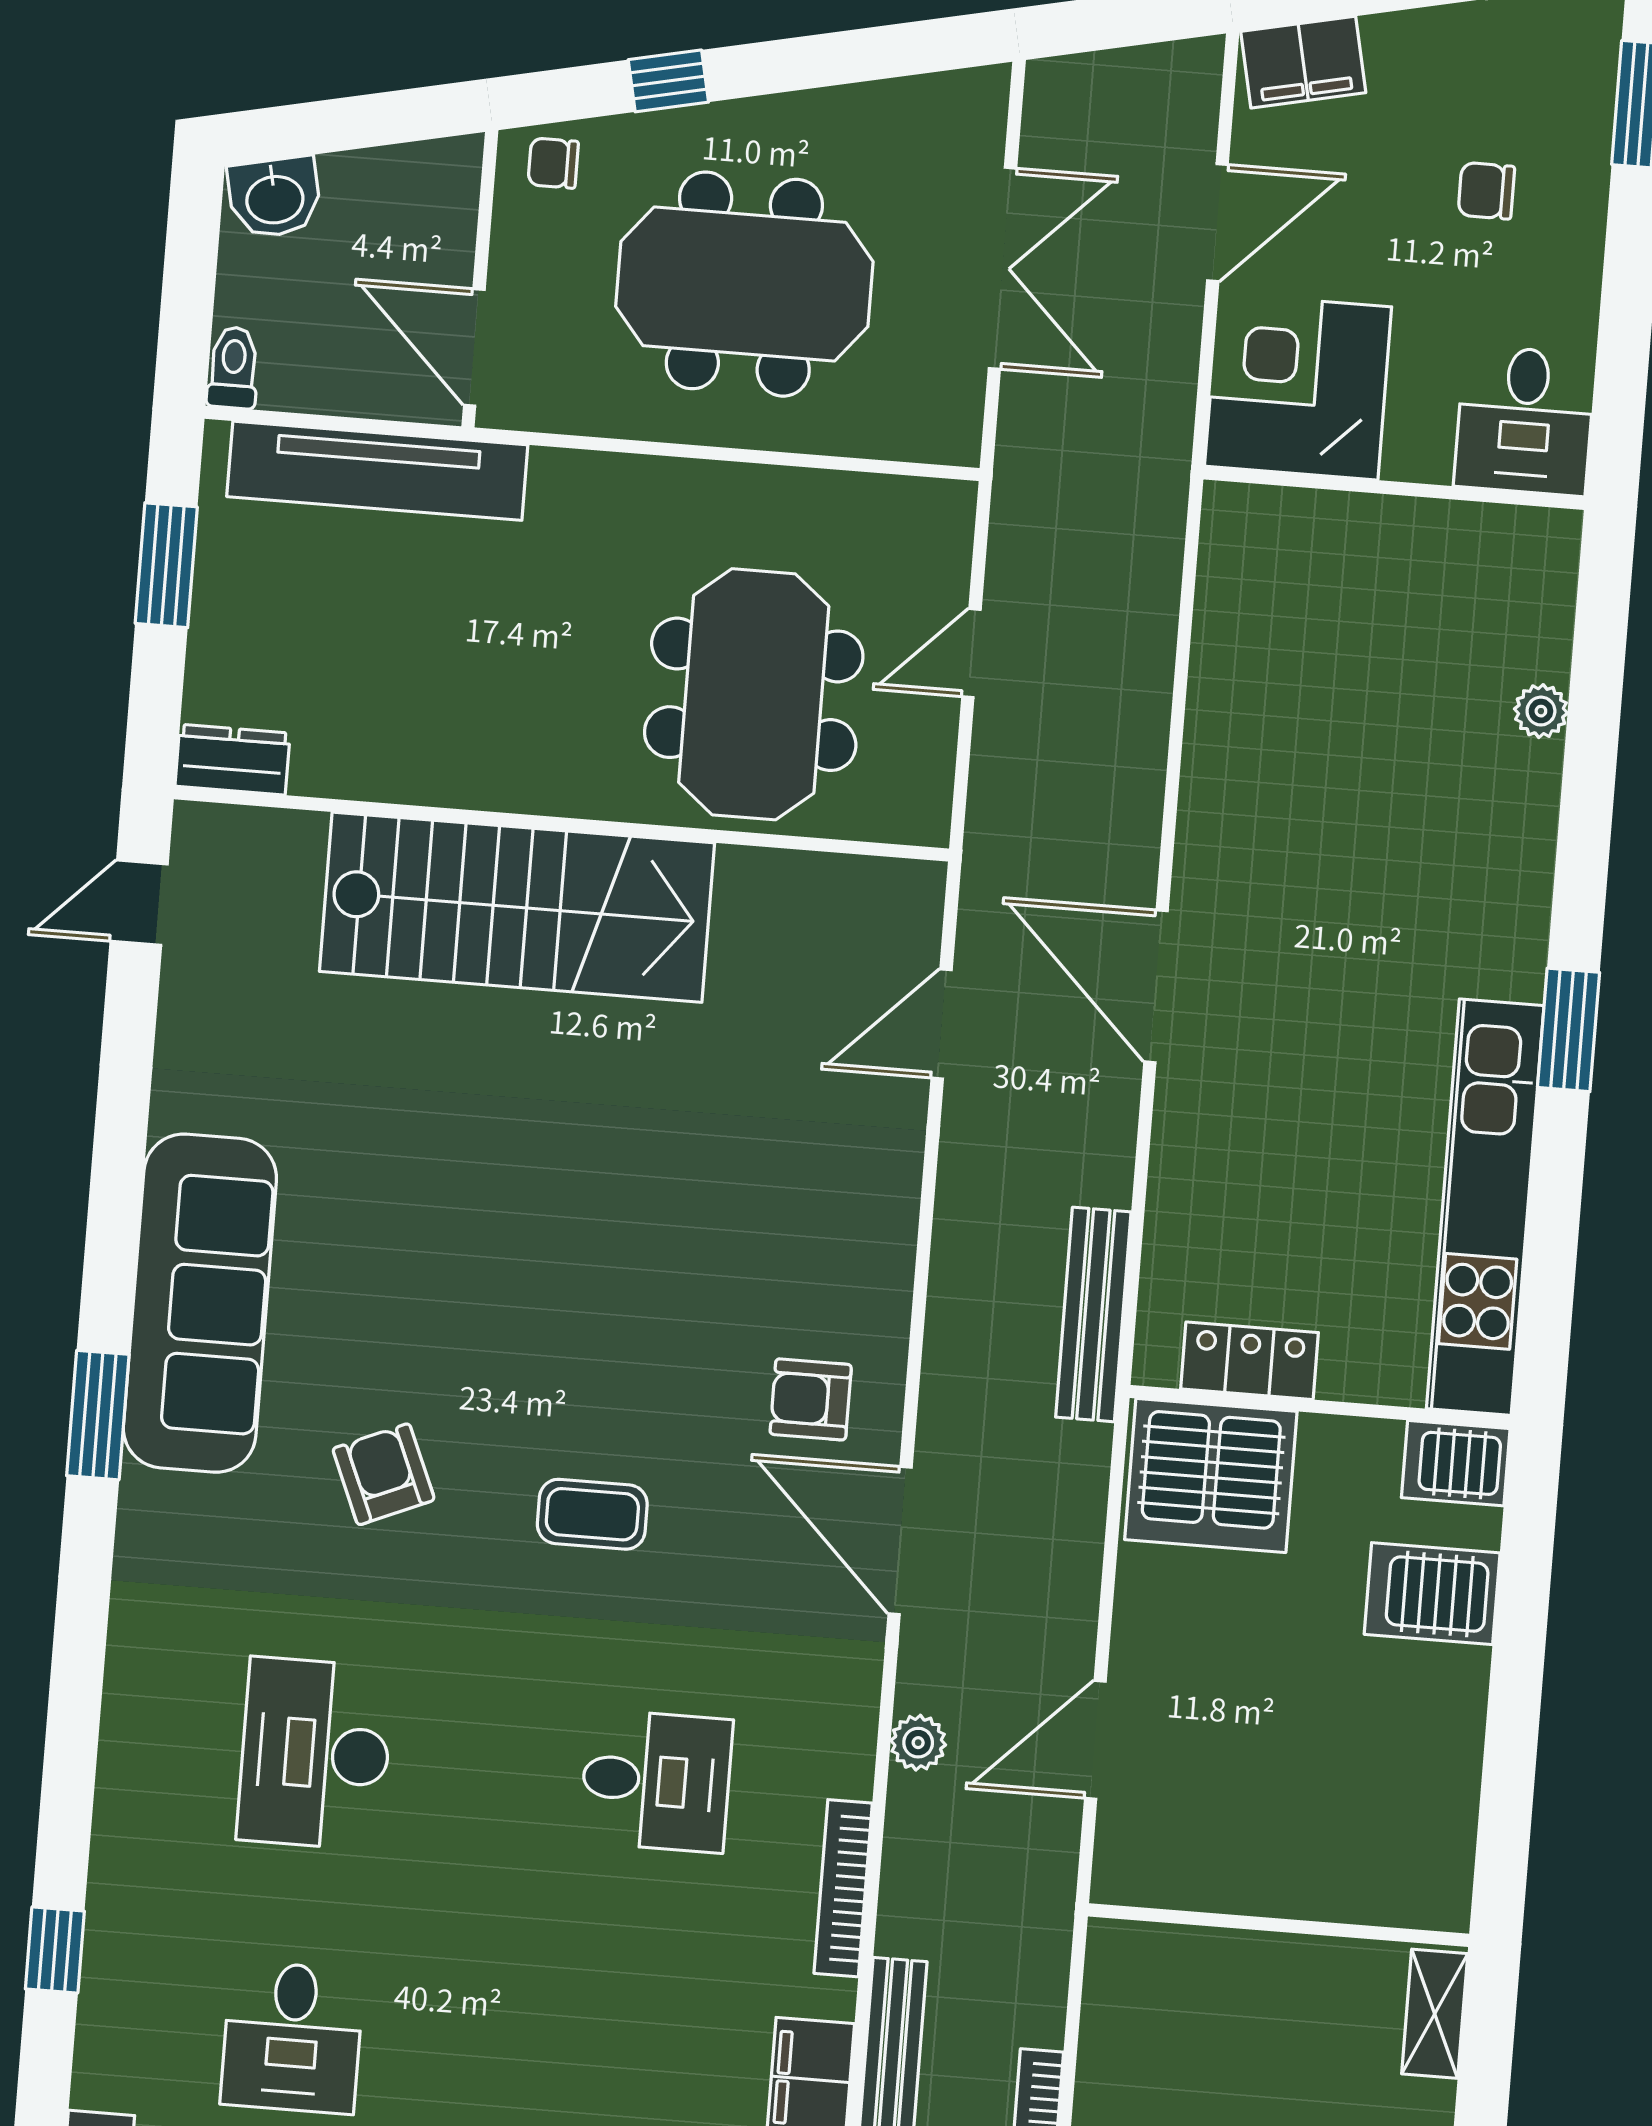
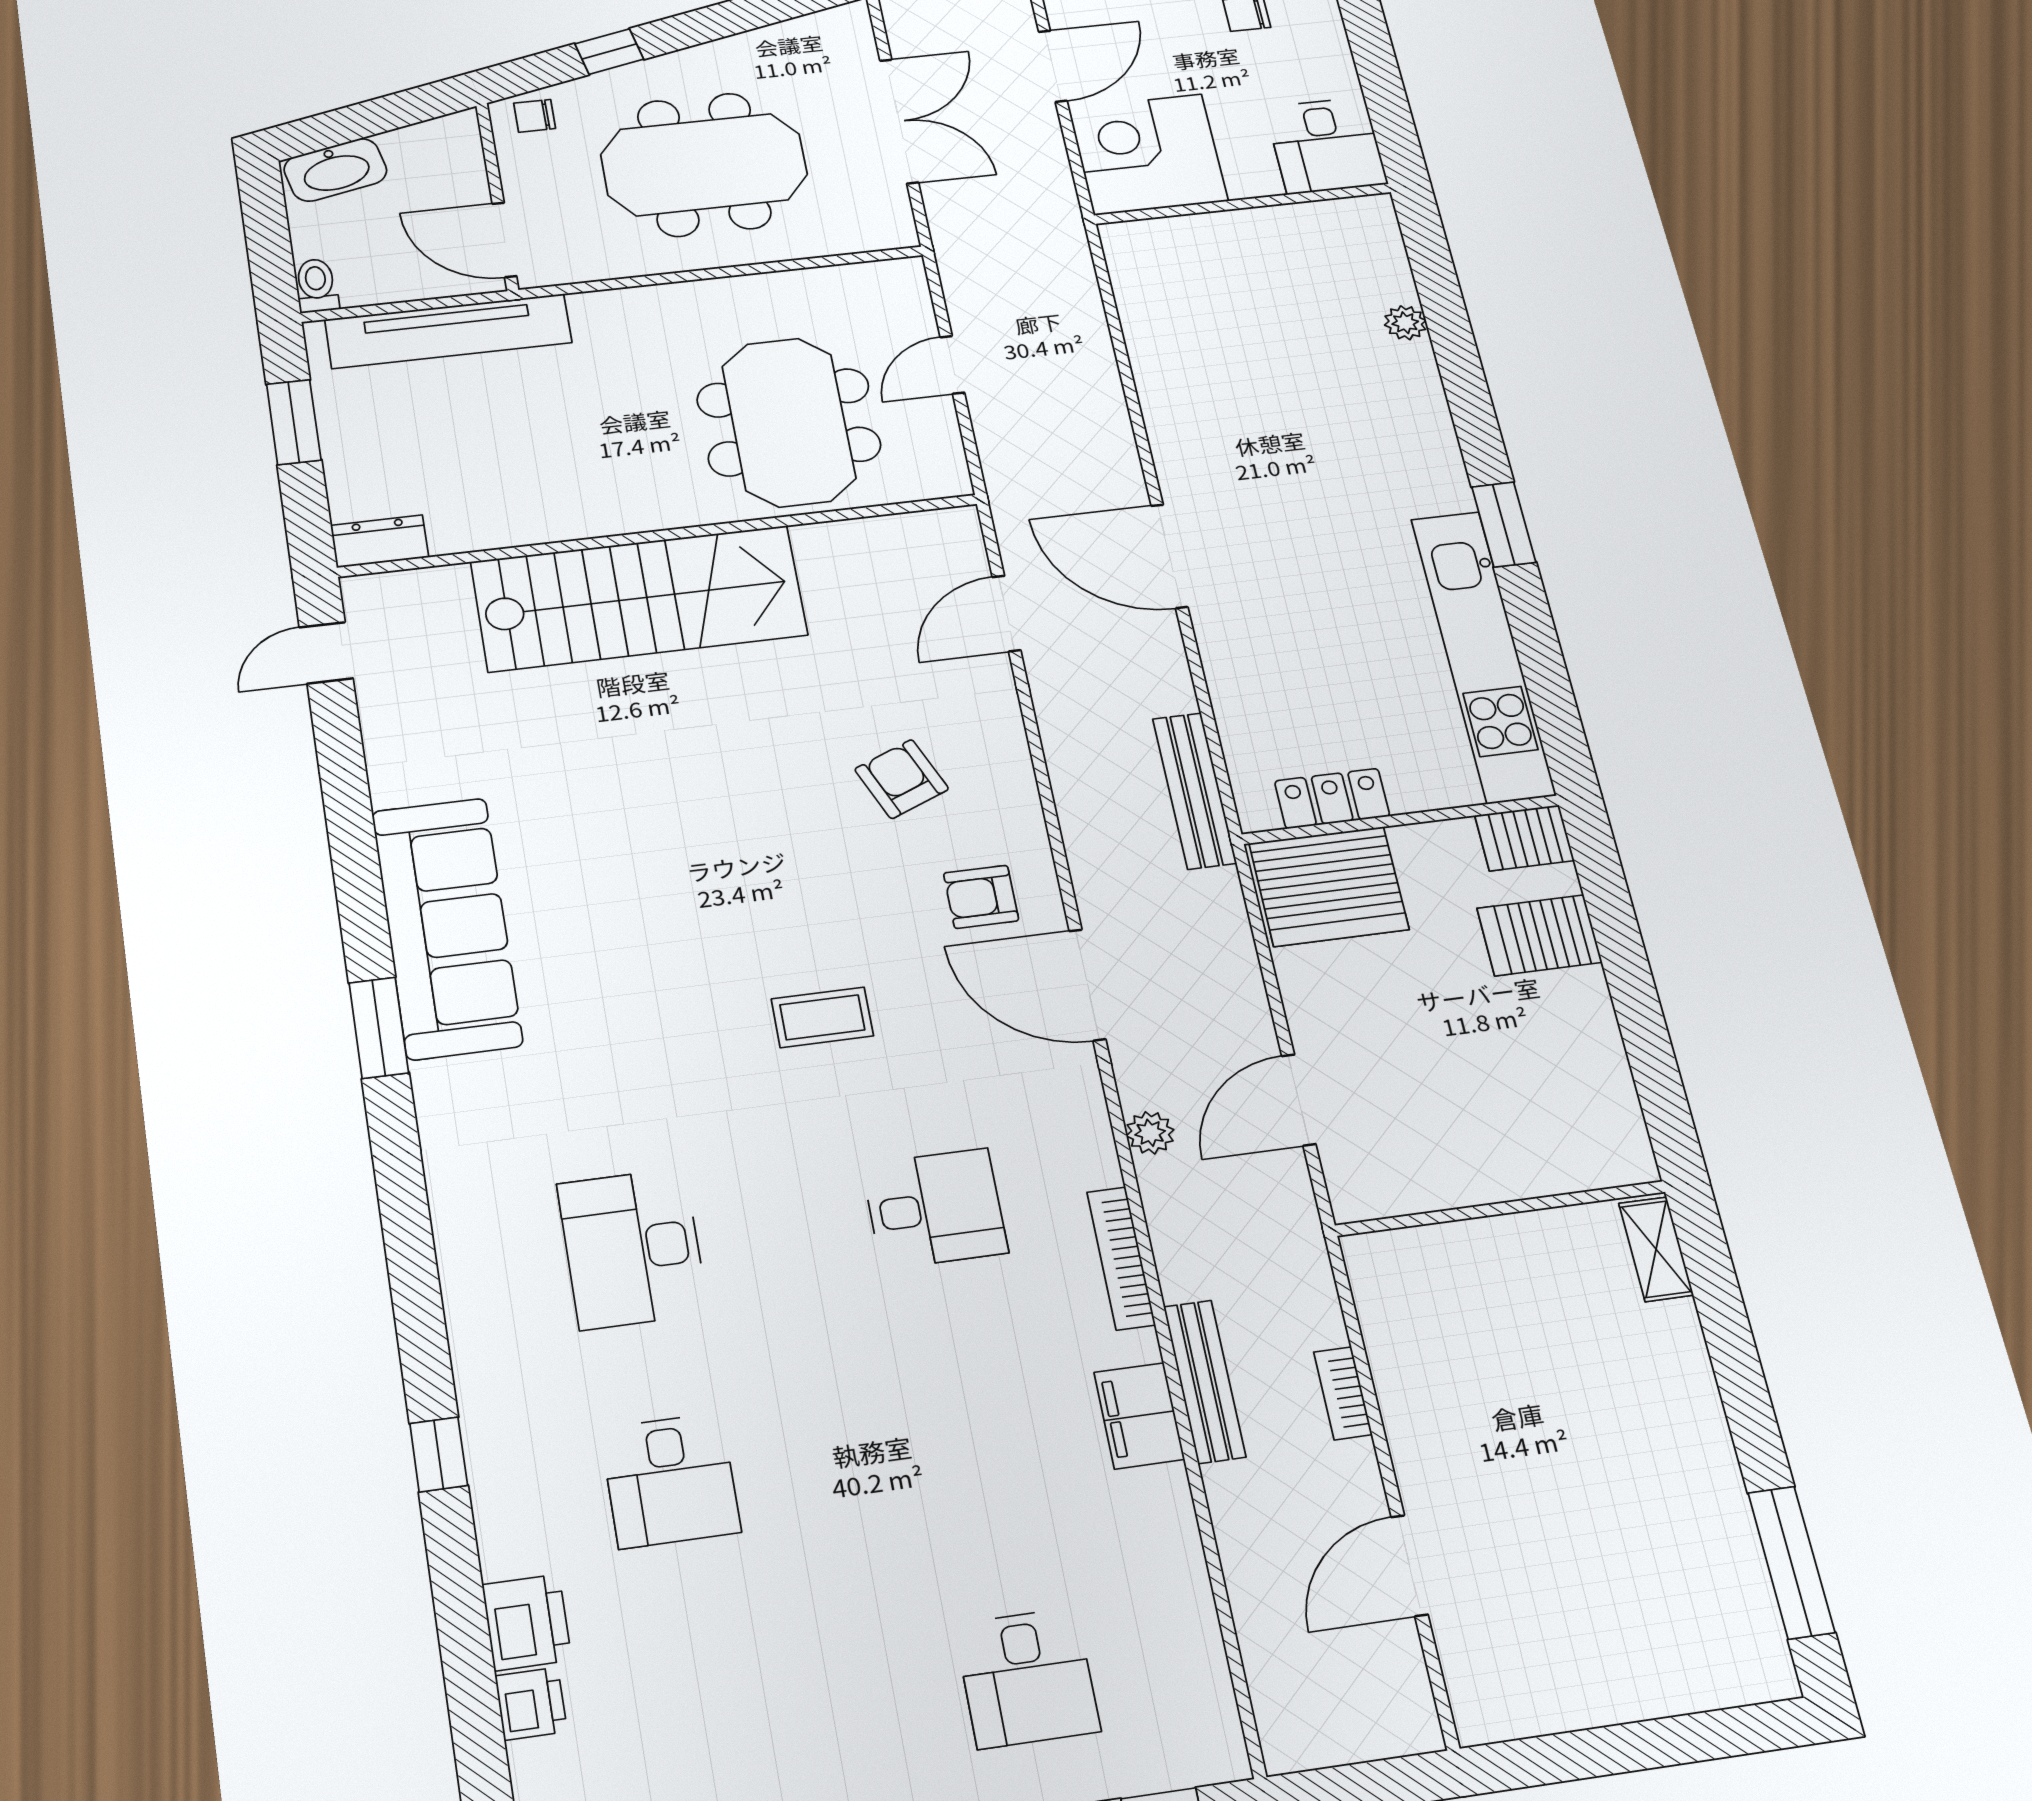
washbasin: (275, 197) -> (335, 170), width x1.38
armchair: (384, 1474) -> (902, 779), moved

